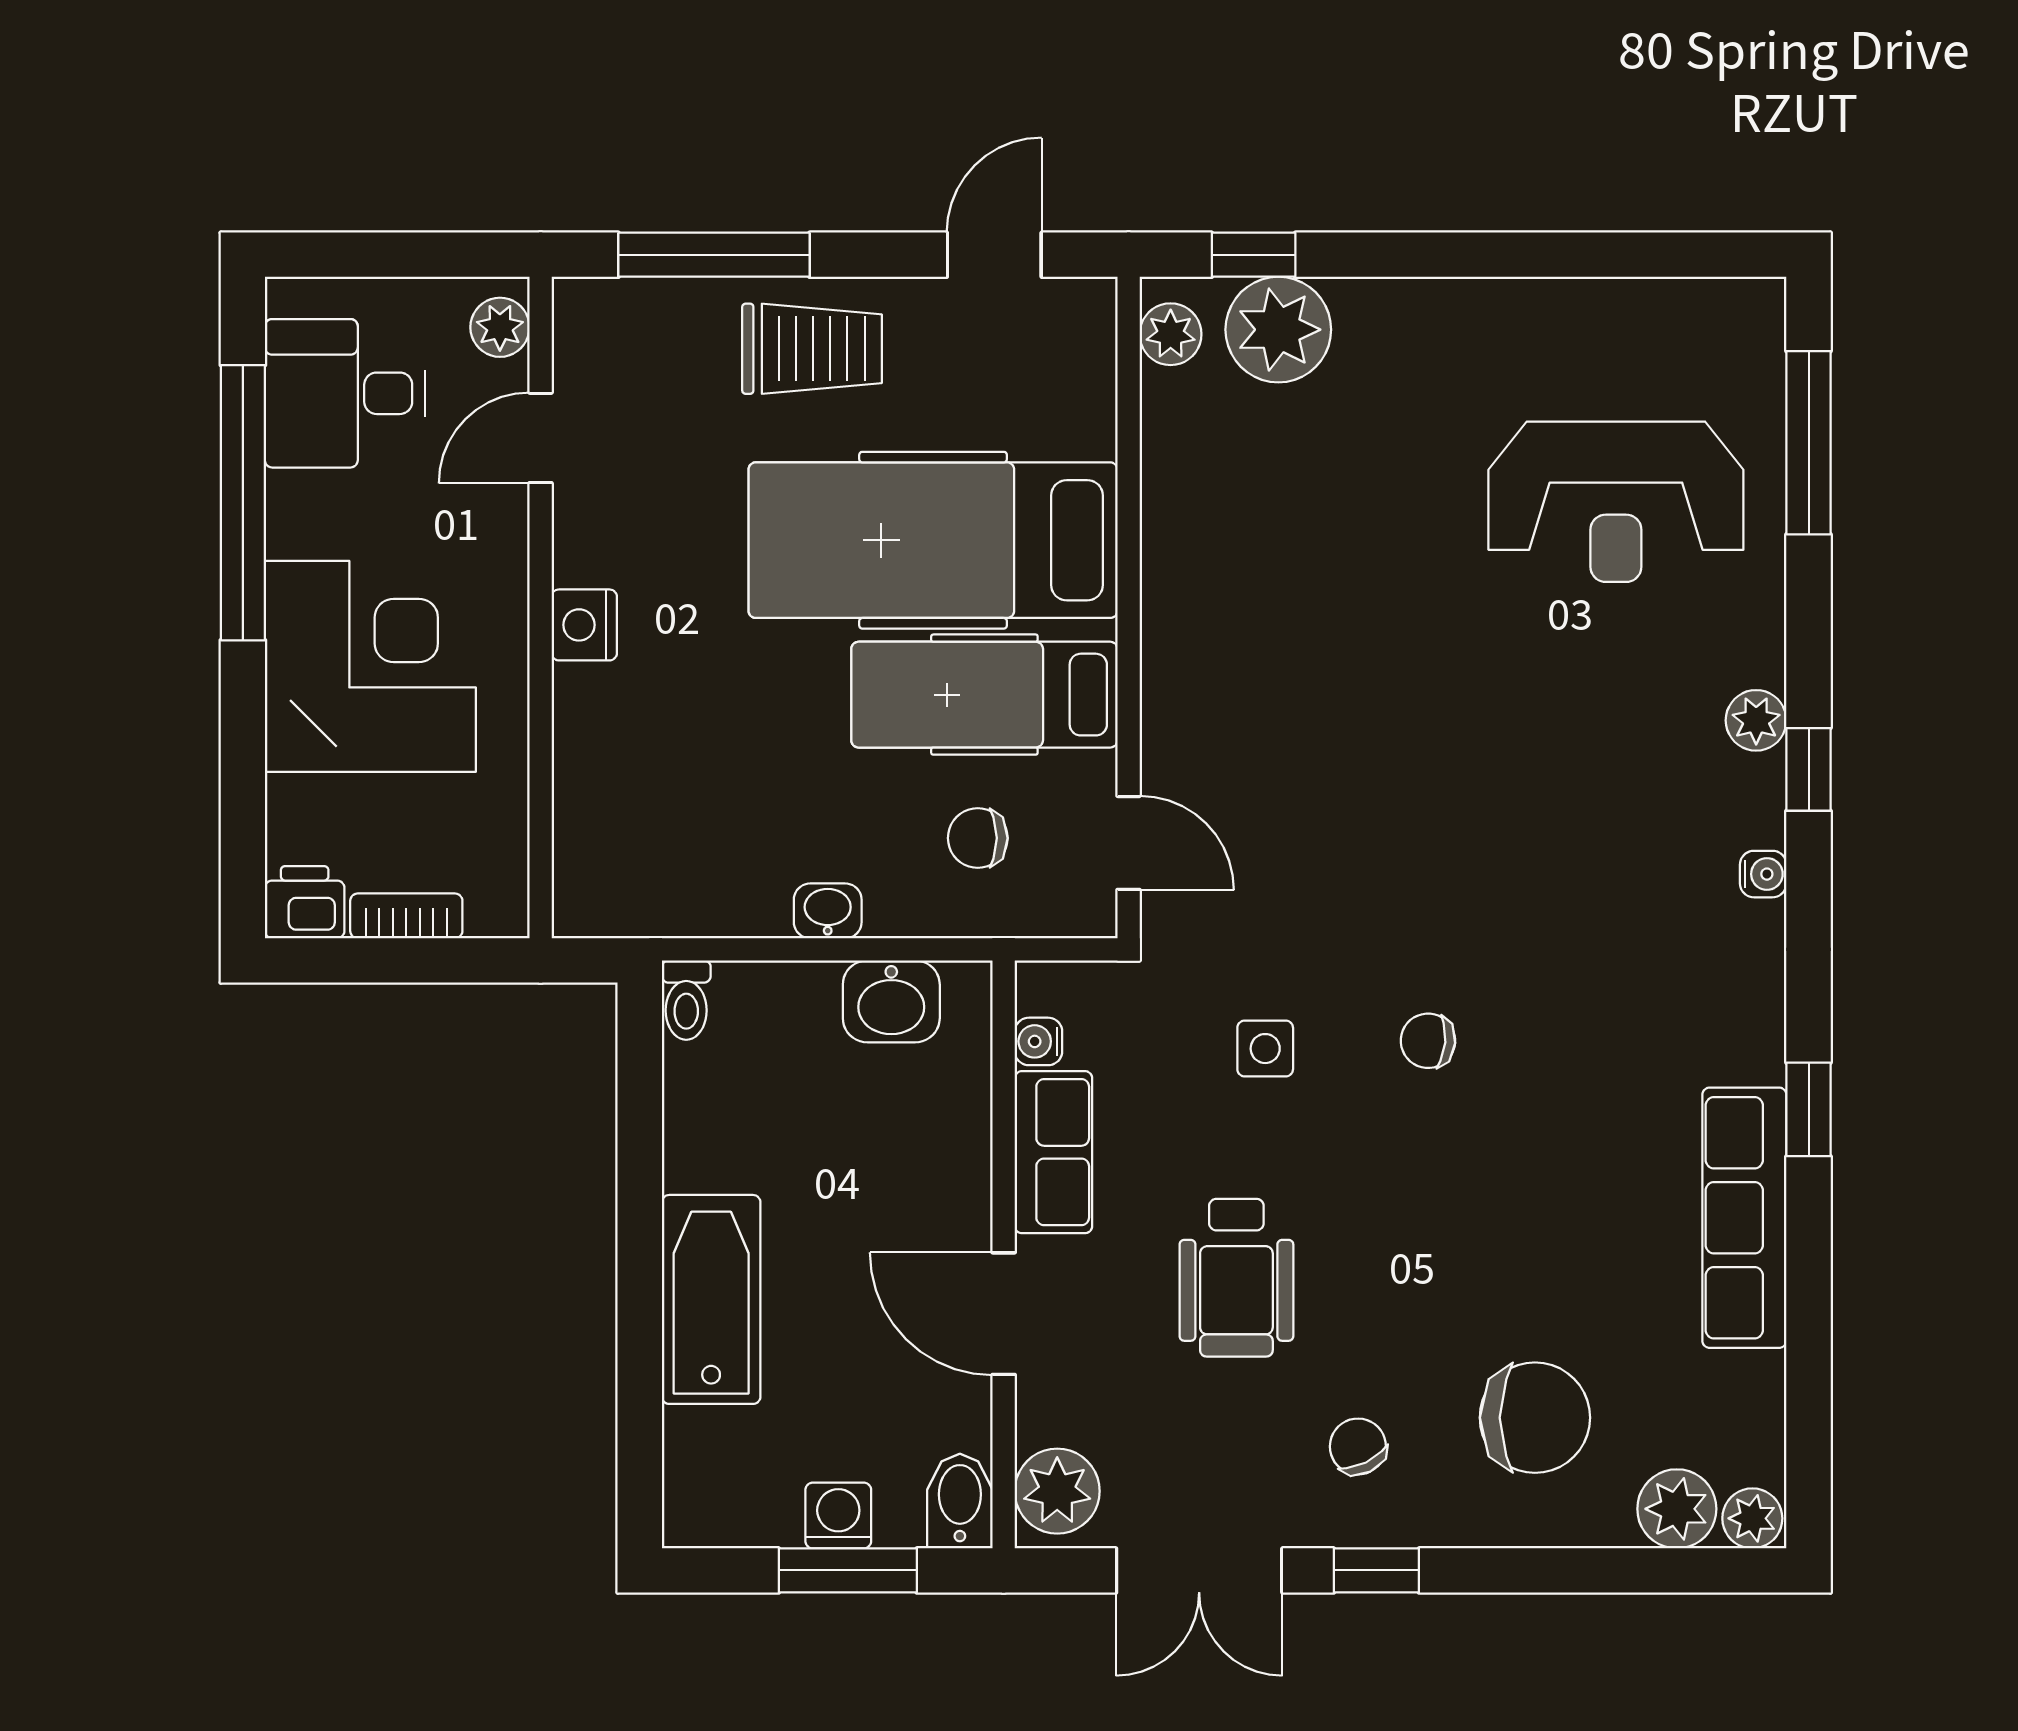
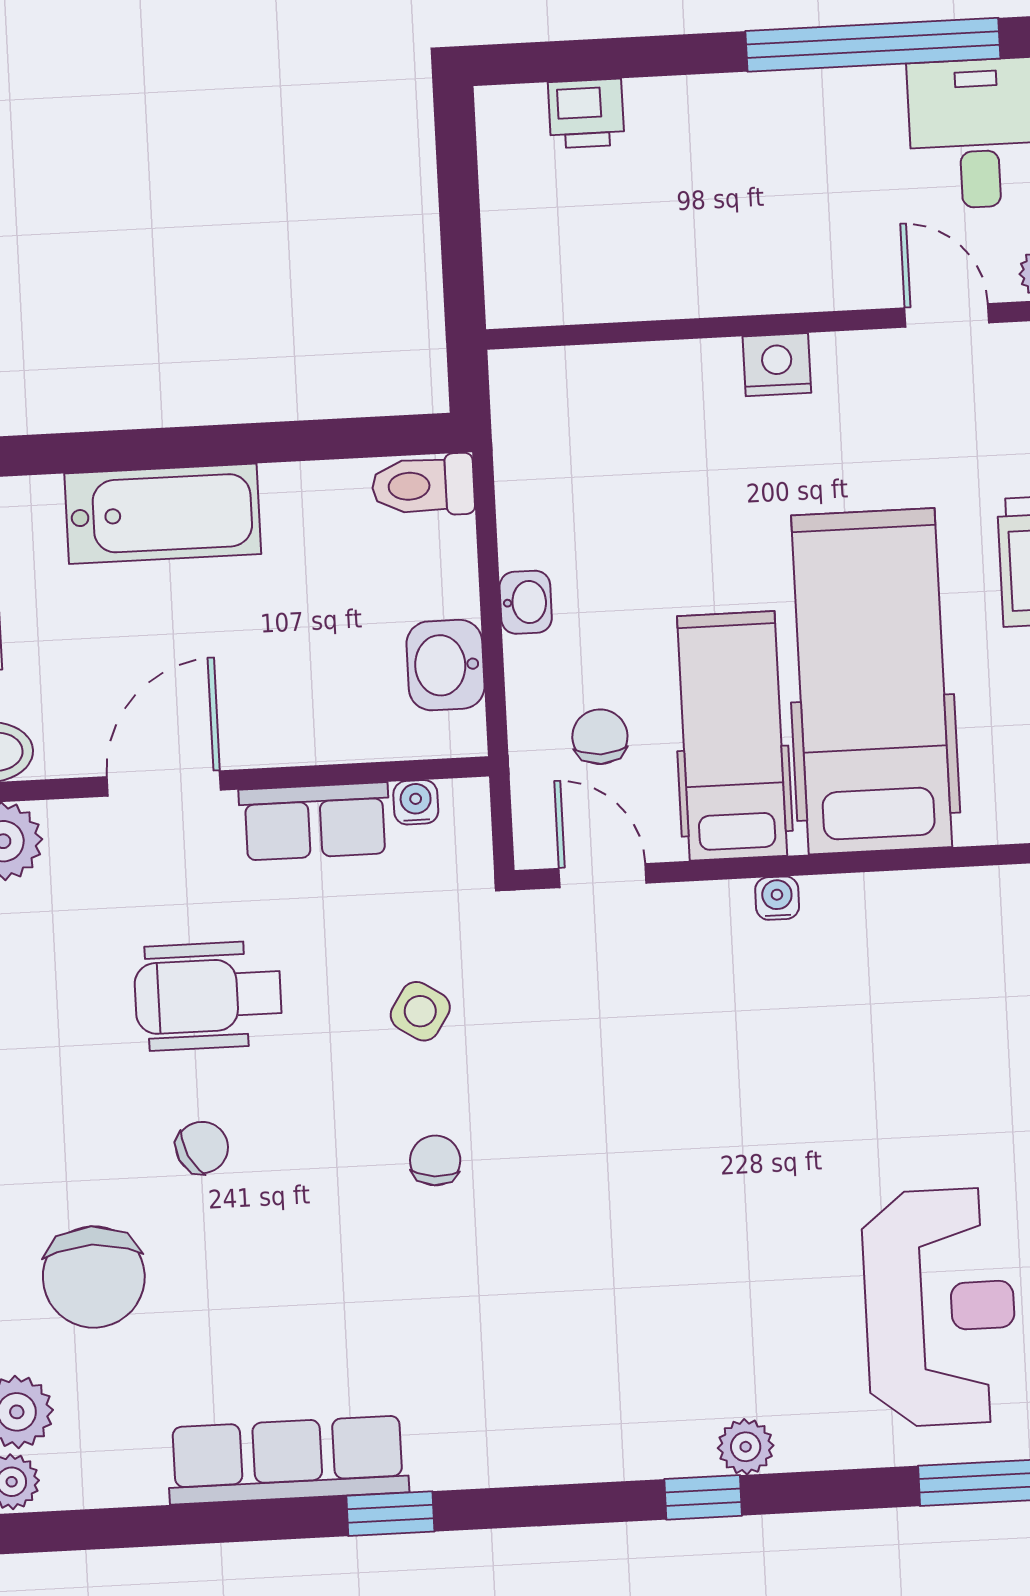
reception desk: (1616, 502) -> (940, 1307), turned 180
corner desk: (370, 666) -> (728, 170), removed
door: (1129, 843) -> (603, 876), swing flipped
water cooler: (1763, 874) -> (777, 898), moved, turned 180
printer: (305, 902) -> (586, 113), moved, turned 90
bookcase: (406, 916) -> (501, 215), removed
toilet: (686, 1000) -> (423, 485), width x1.37, depth x1.39
side table: (1265, 1049) -> (420, 1011), turned 33
chair: (1358, 1447) -> (202, 1148), moved

